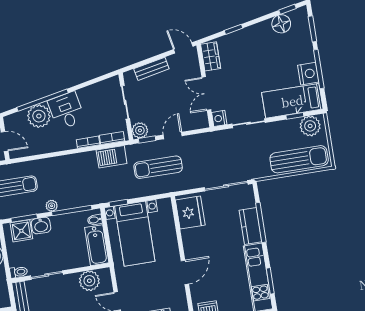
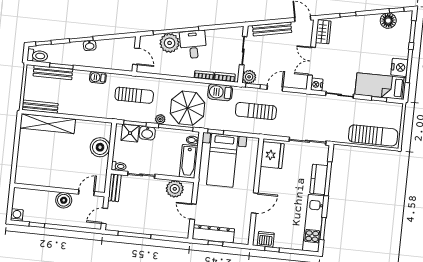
bench: (151, 69) -> (272, 29), width x1.36
plant: (310, 126) -> (389, 111), removed
parasol: (79, 185) -> (187, 108), added

